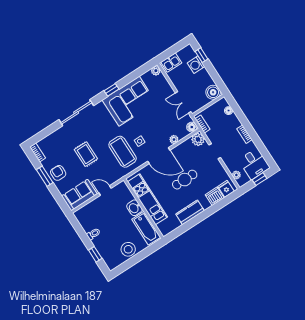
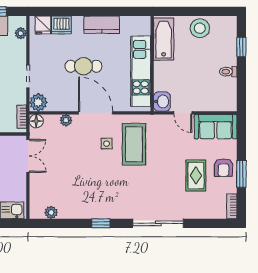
plant: (156, 71) -> (51, 212), moved
corner sofa: (129, 101) -> (89, 197), removed
rug: (86, 154) -> (196, 175), moved
washbasin: (134, 208) -> (162, 102), moved

